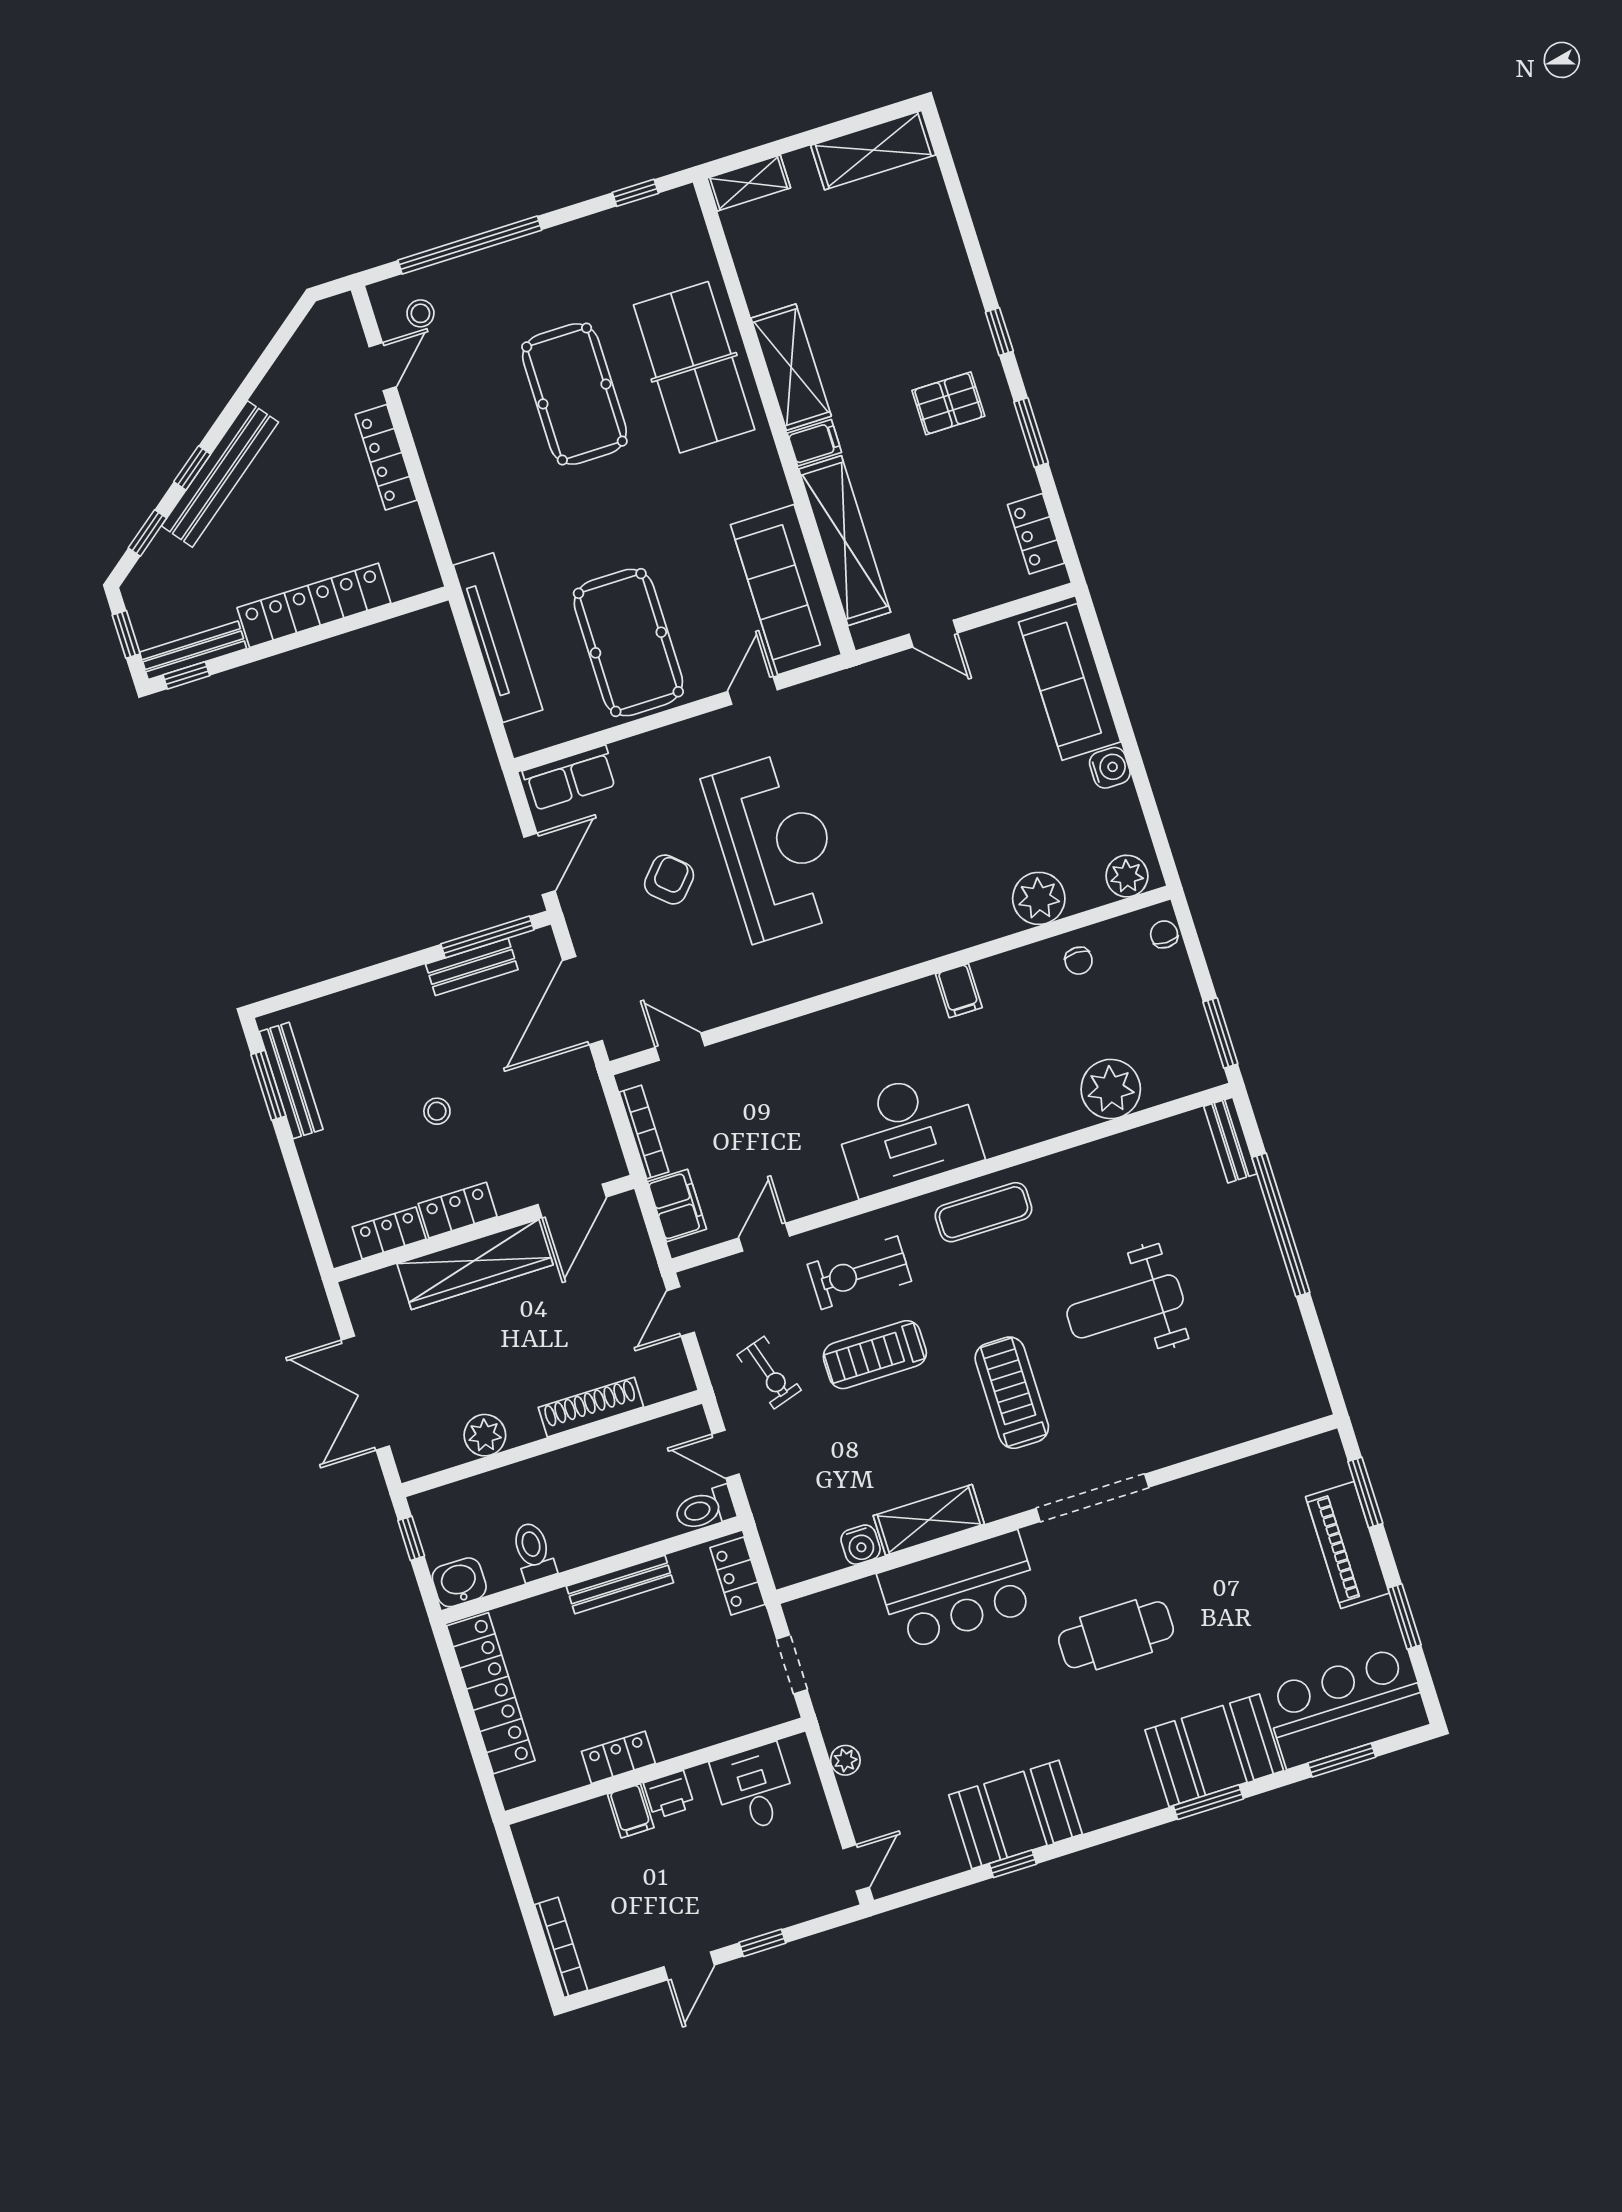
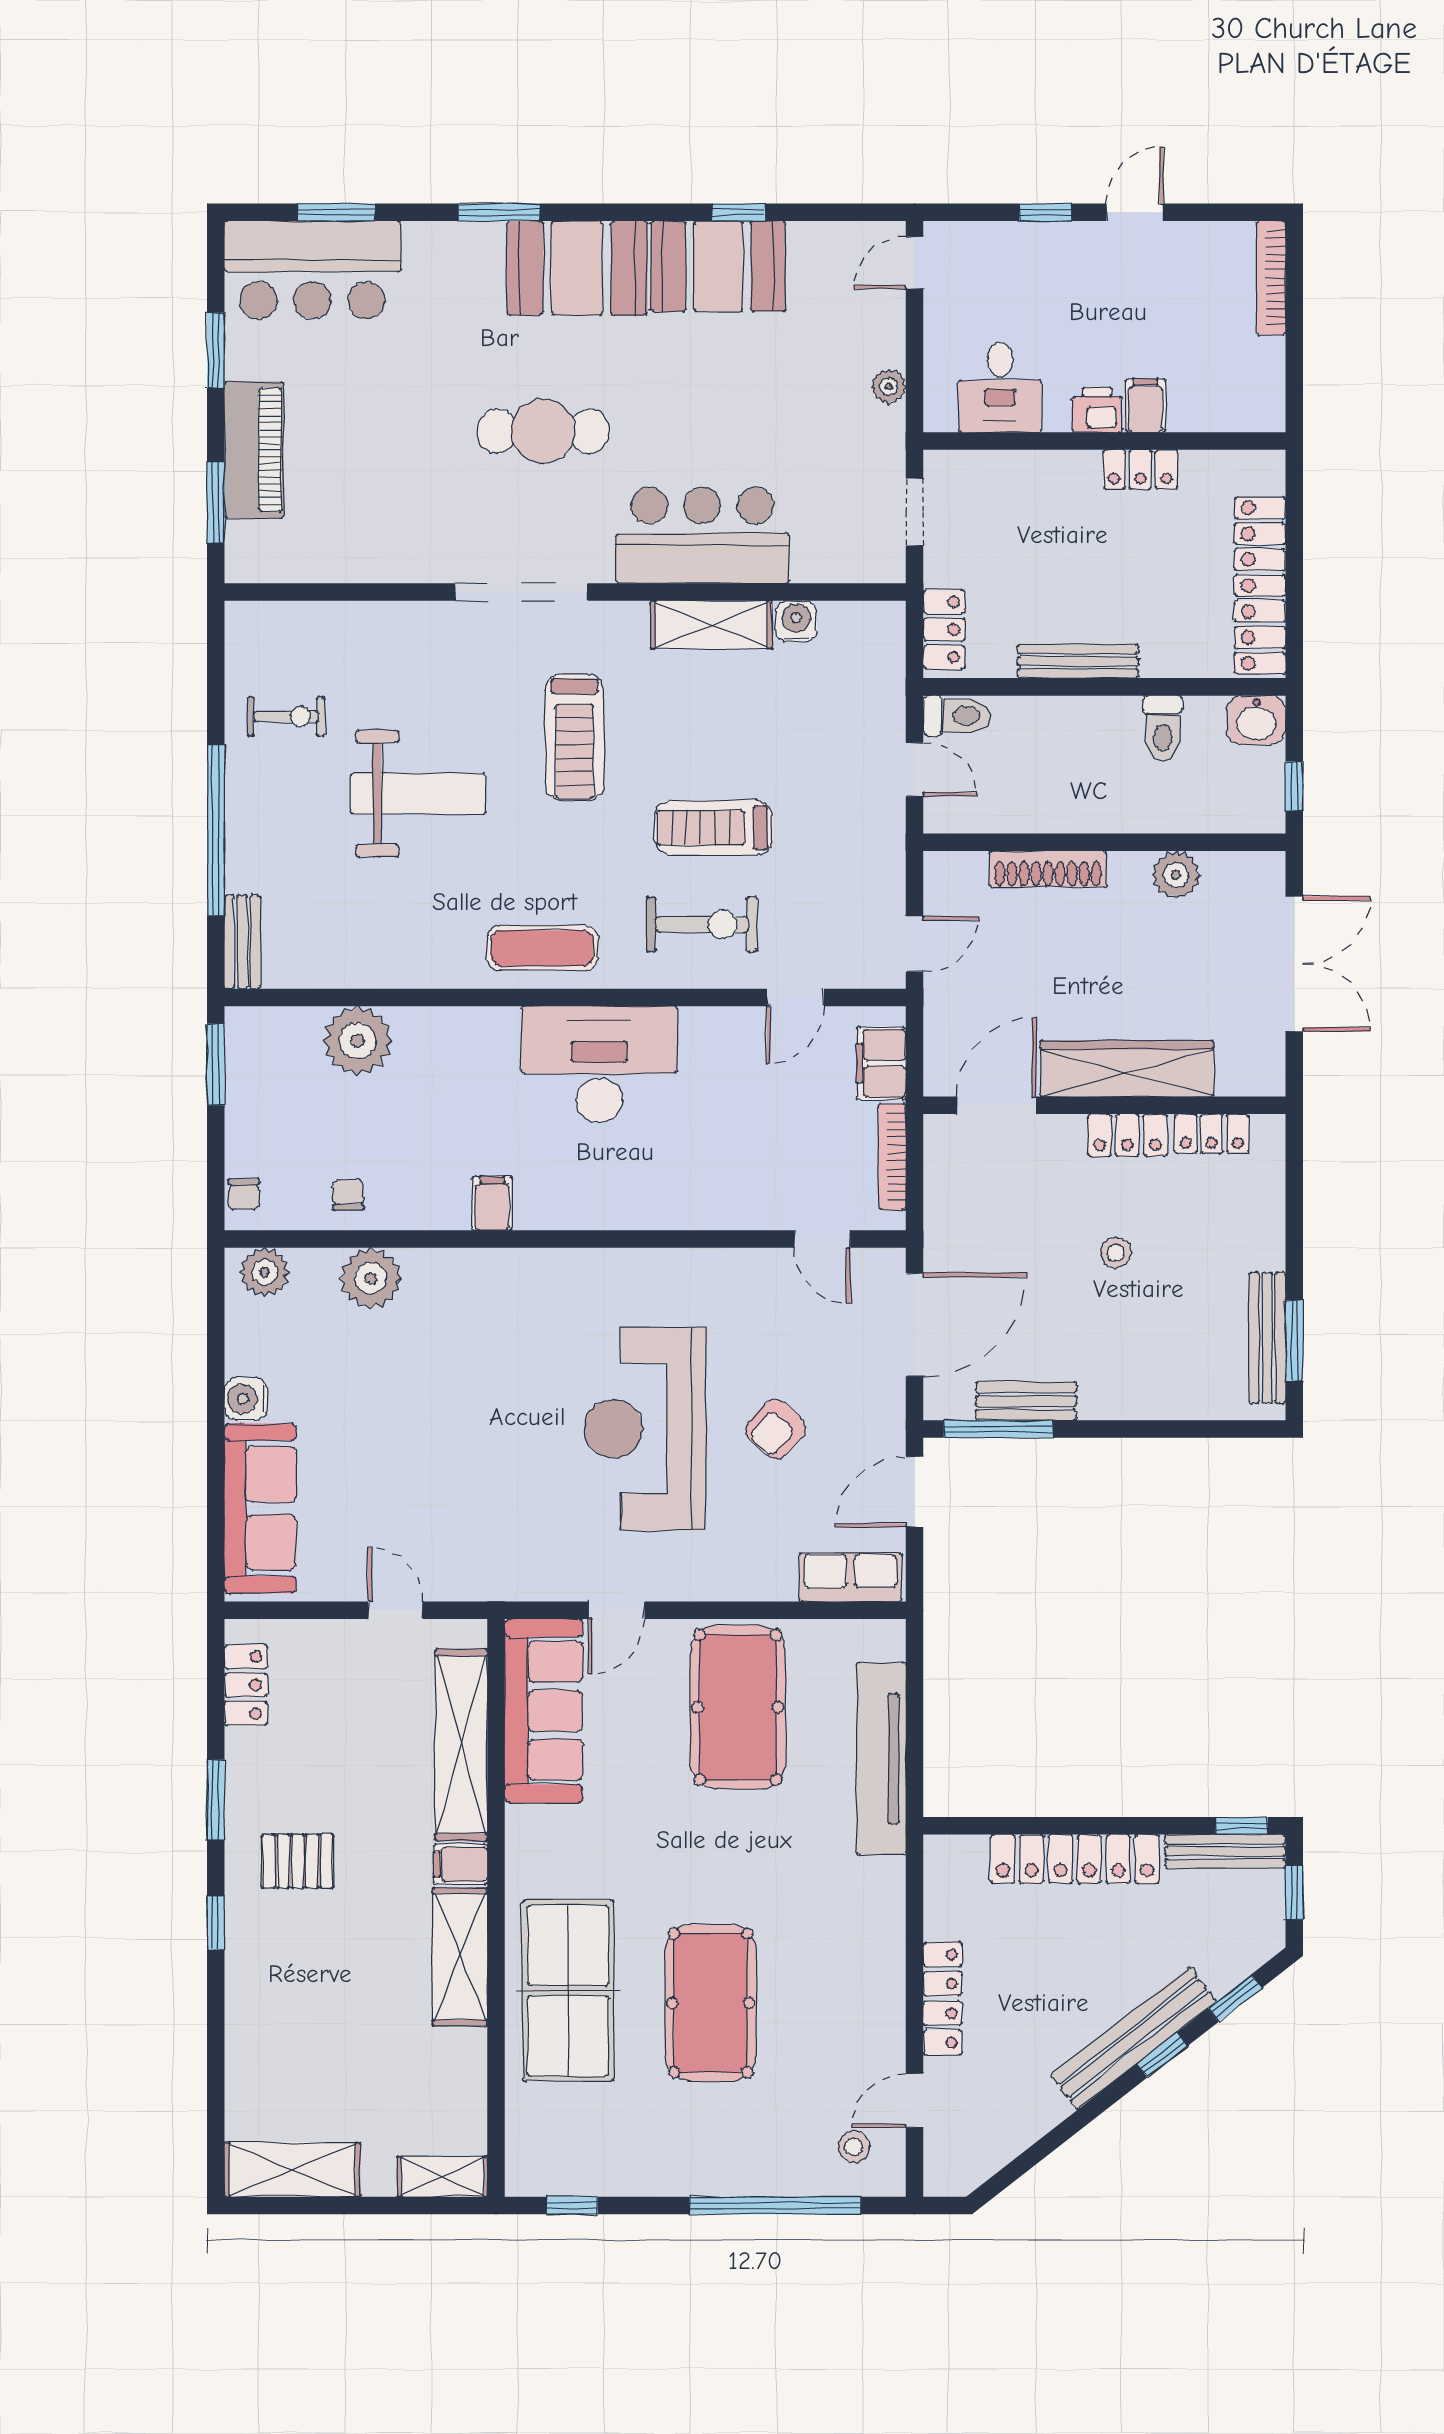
treadmill: (875, 1355) -> (713, 828), turned 180
exercise bike: (769, 1373) -> (286, 716), moved, turned 107
booth: (1214, 1750) -> (577, 268), moved

